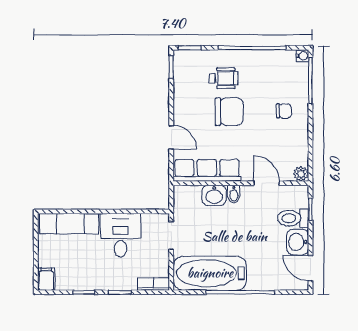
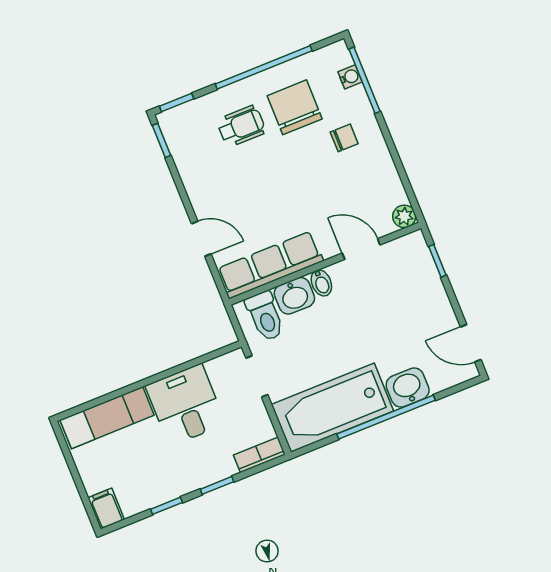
water cooler: (302, 56) -> (350, 77), moved
chair: (229, 112) -> (295, 107), moved, turned -90
toilet: (293, 218) -> (265, 316), moved, turned -90
washbasin: (298, 242) -> (408, 388), moved, turned 90

